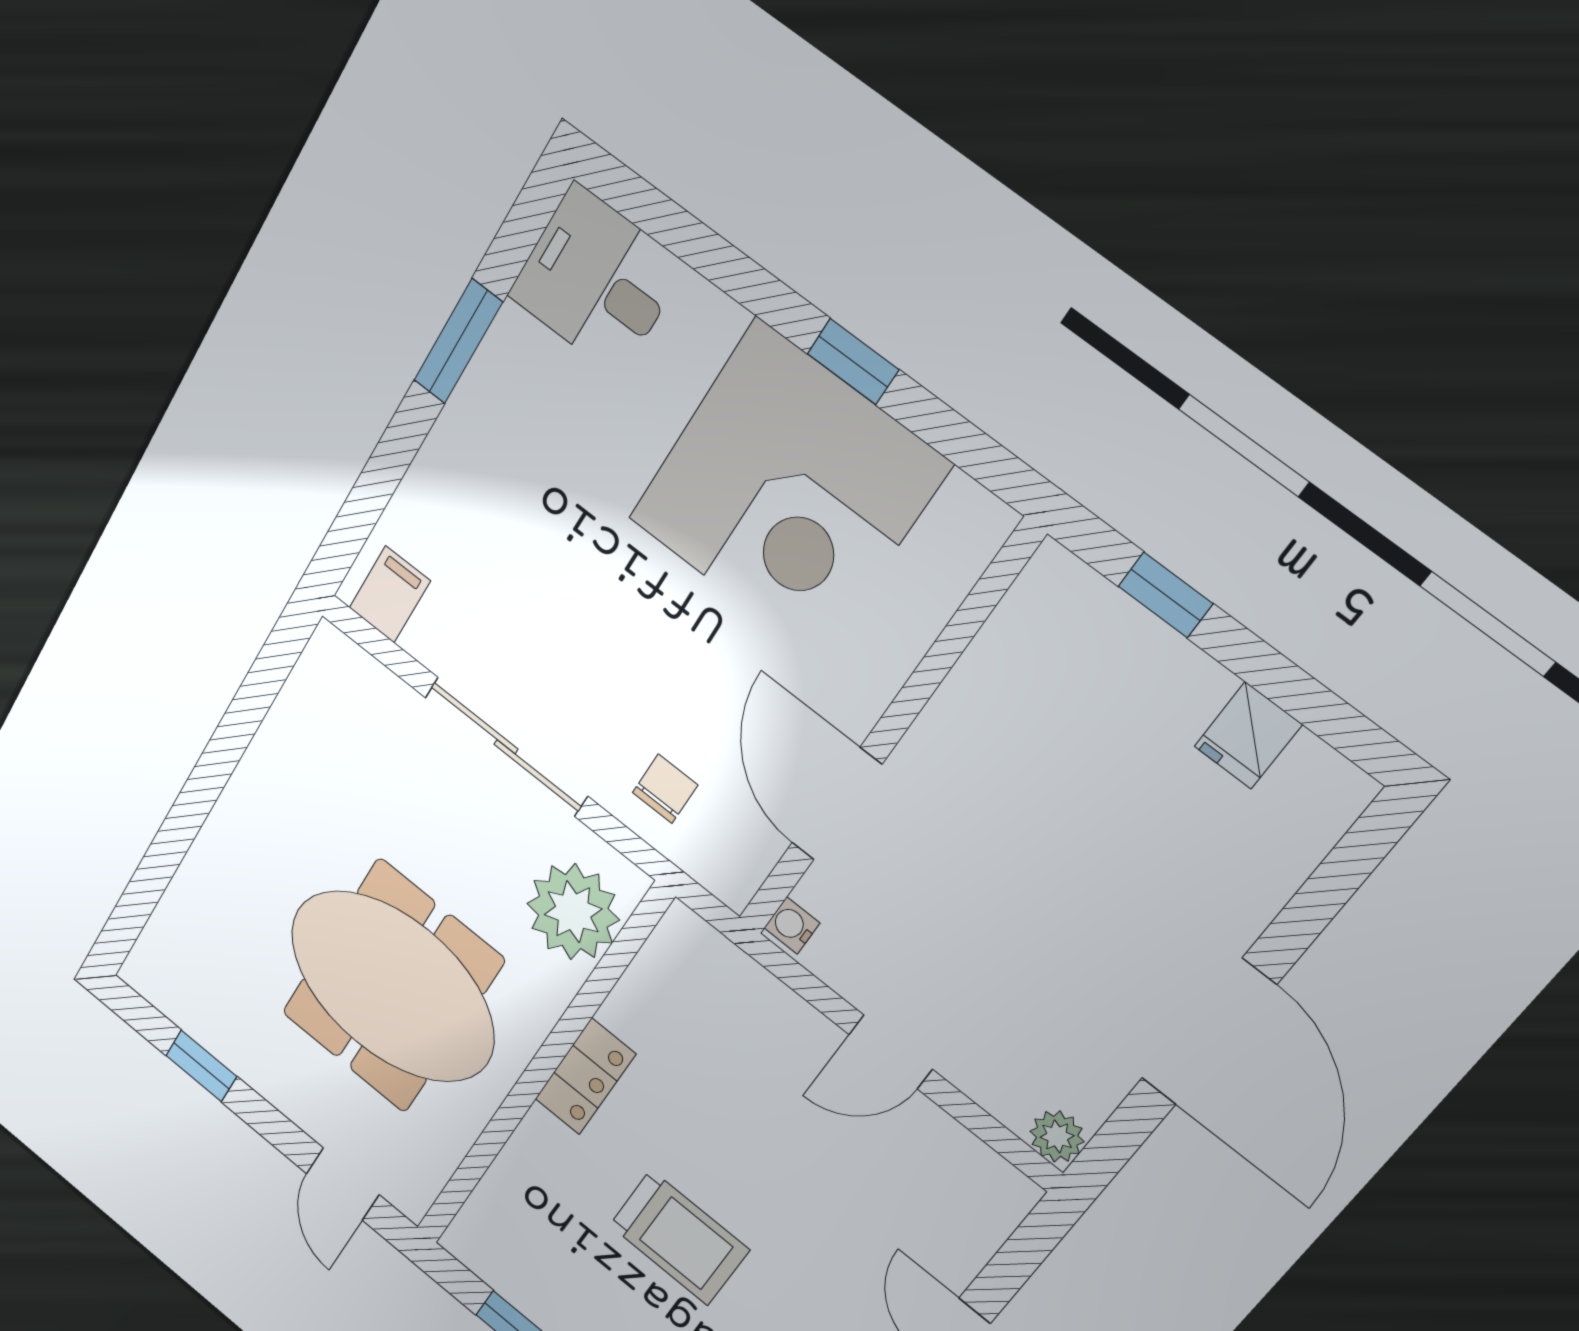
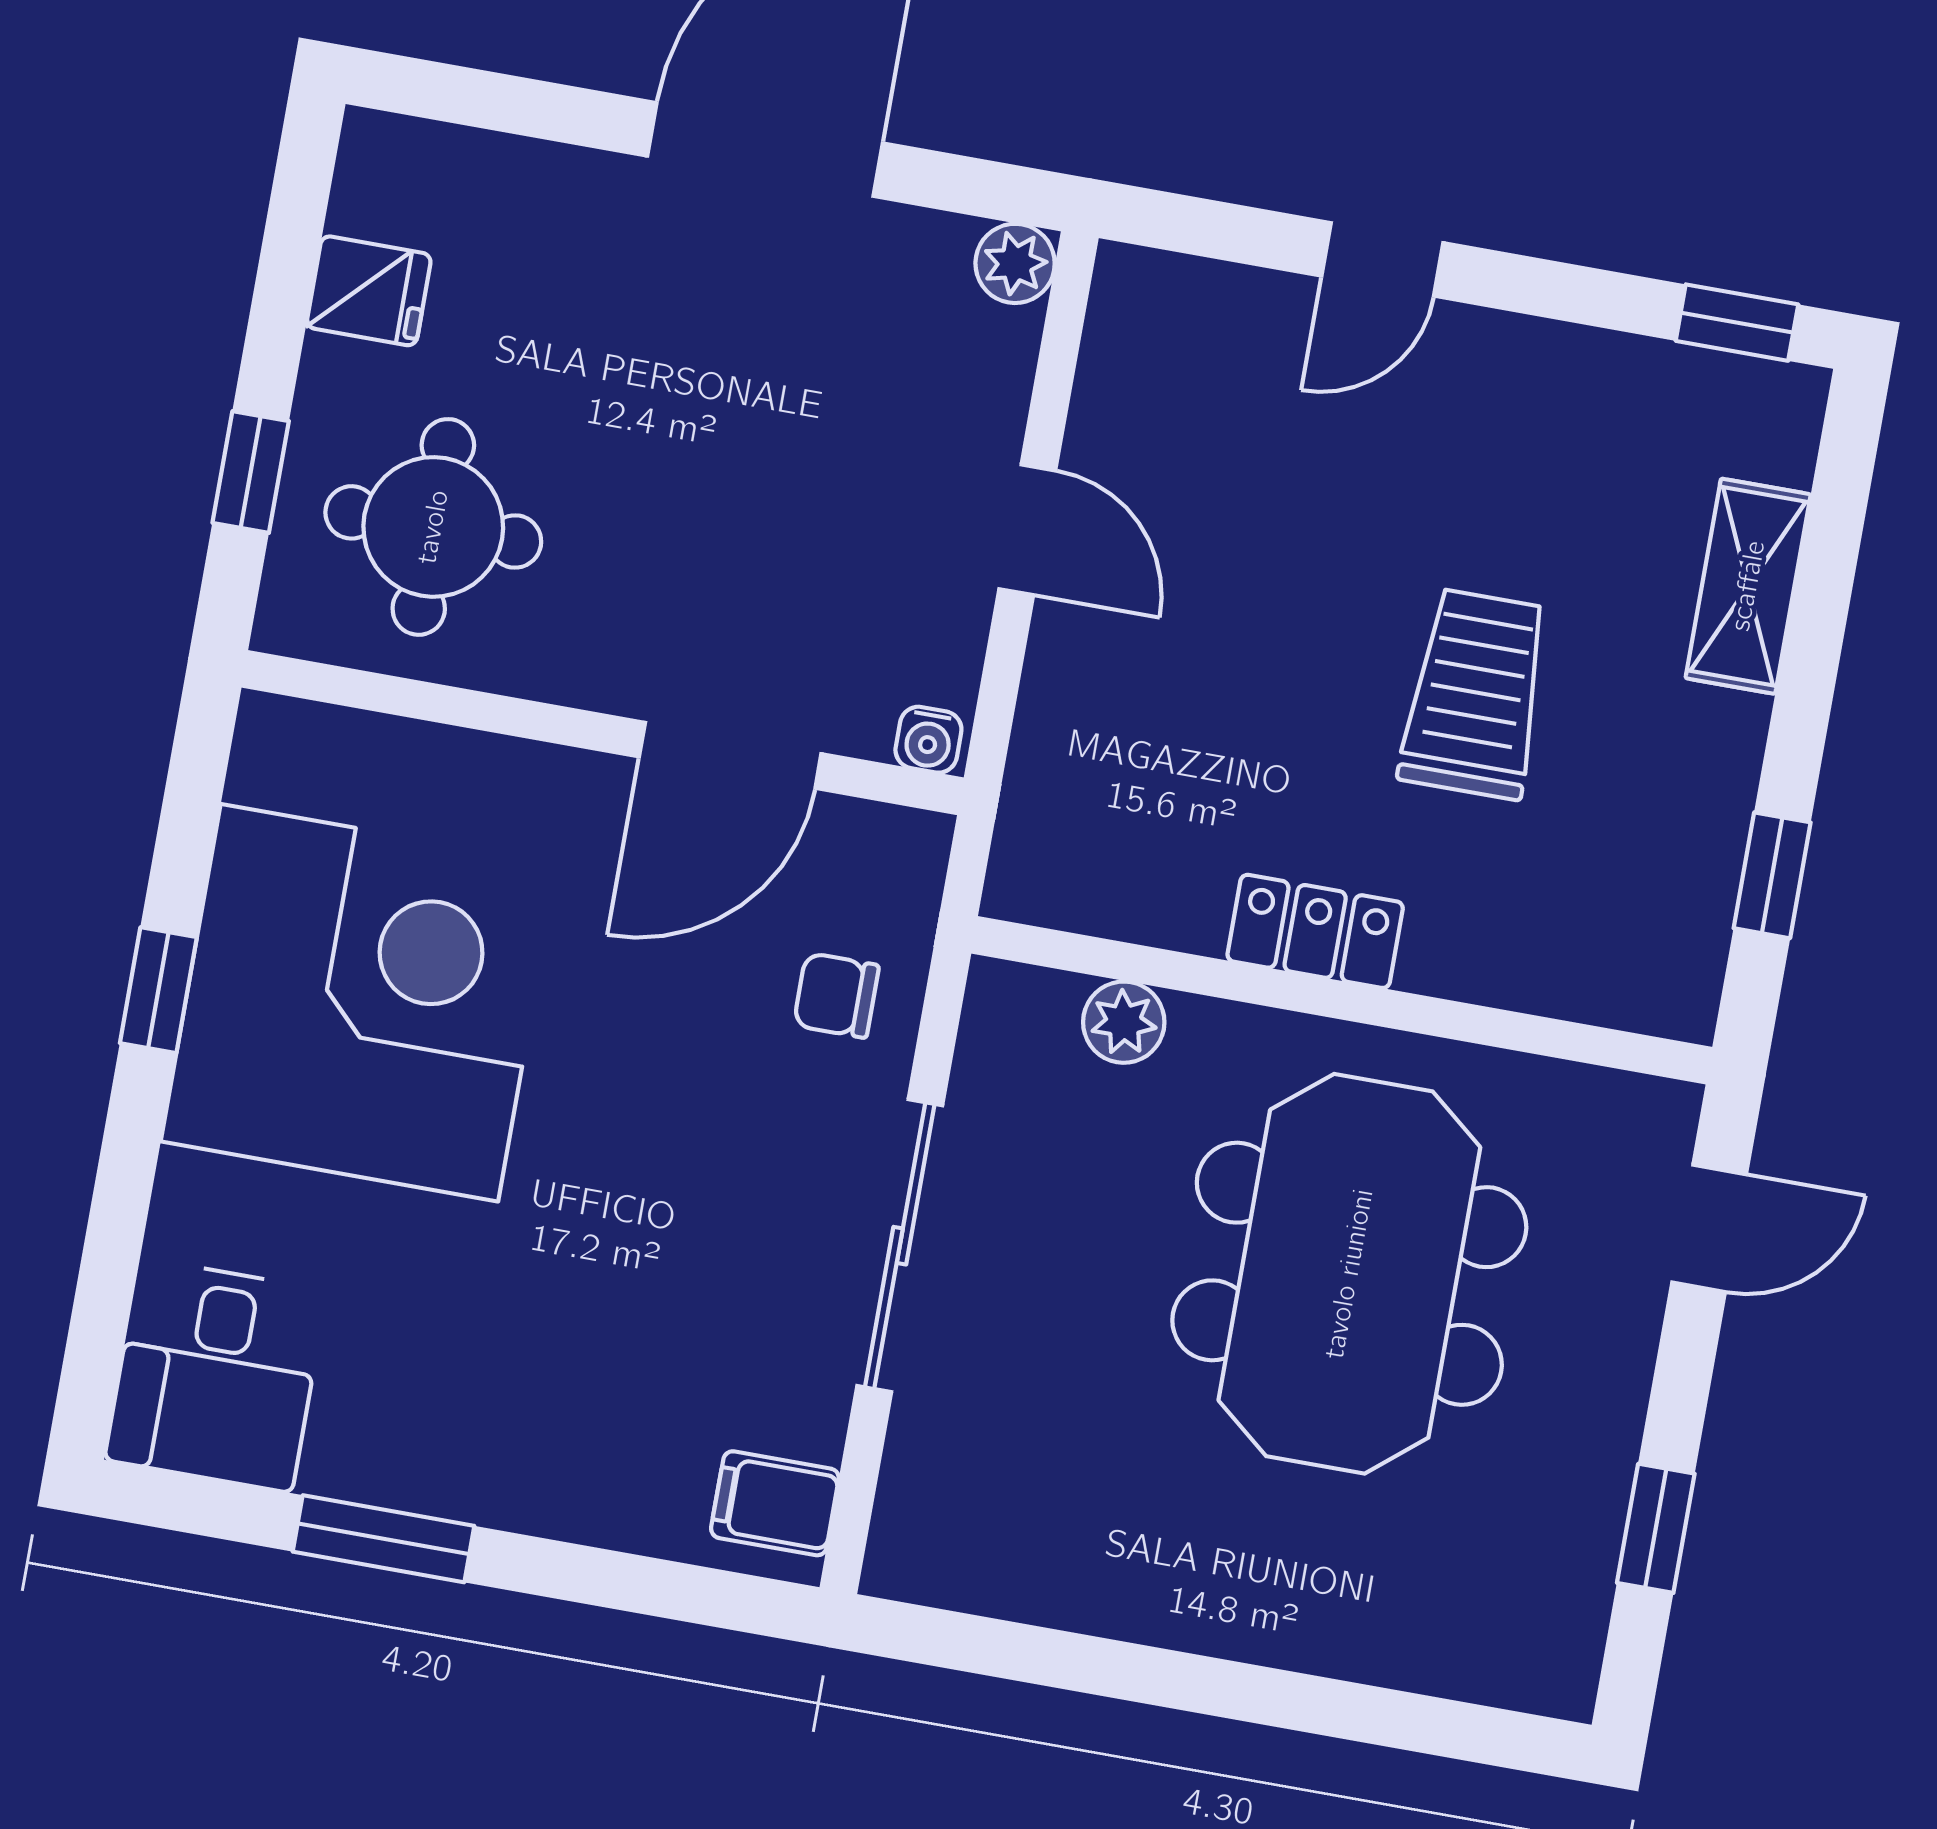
round table: (1069, 696) -> (433, 527), added
plant: (573, 912) -> (1124, 1022), width x0.53, depth x0.53

